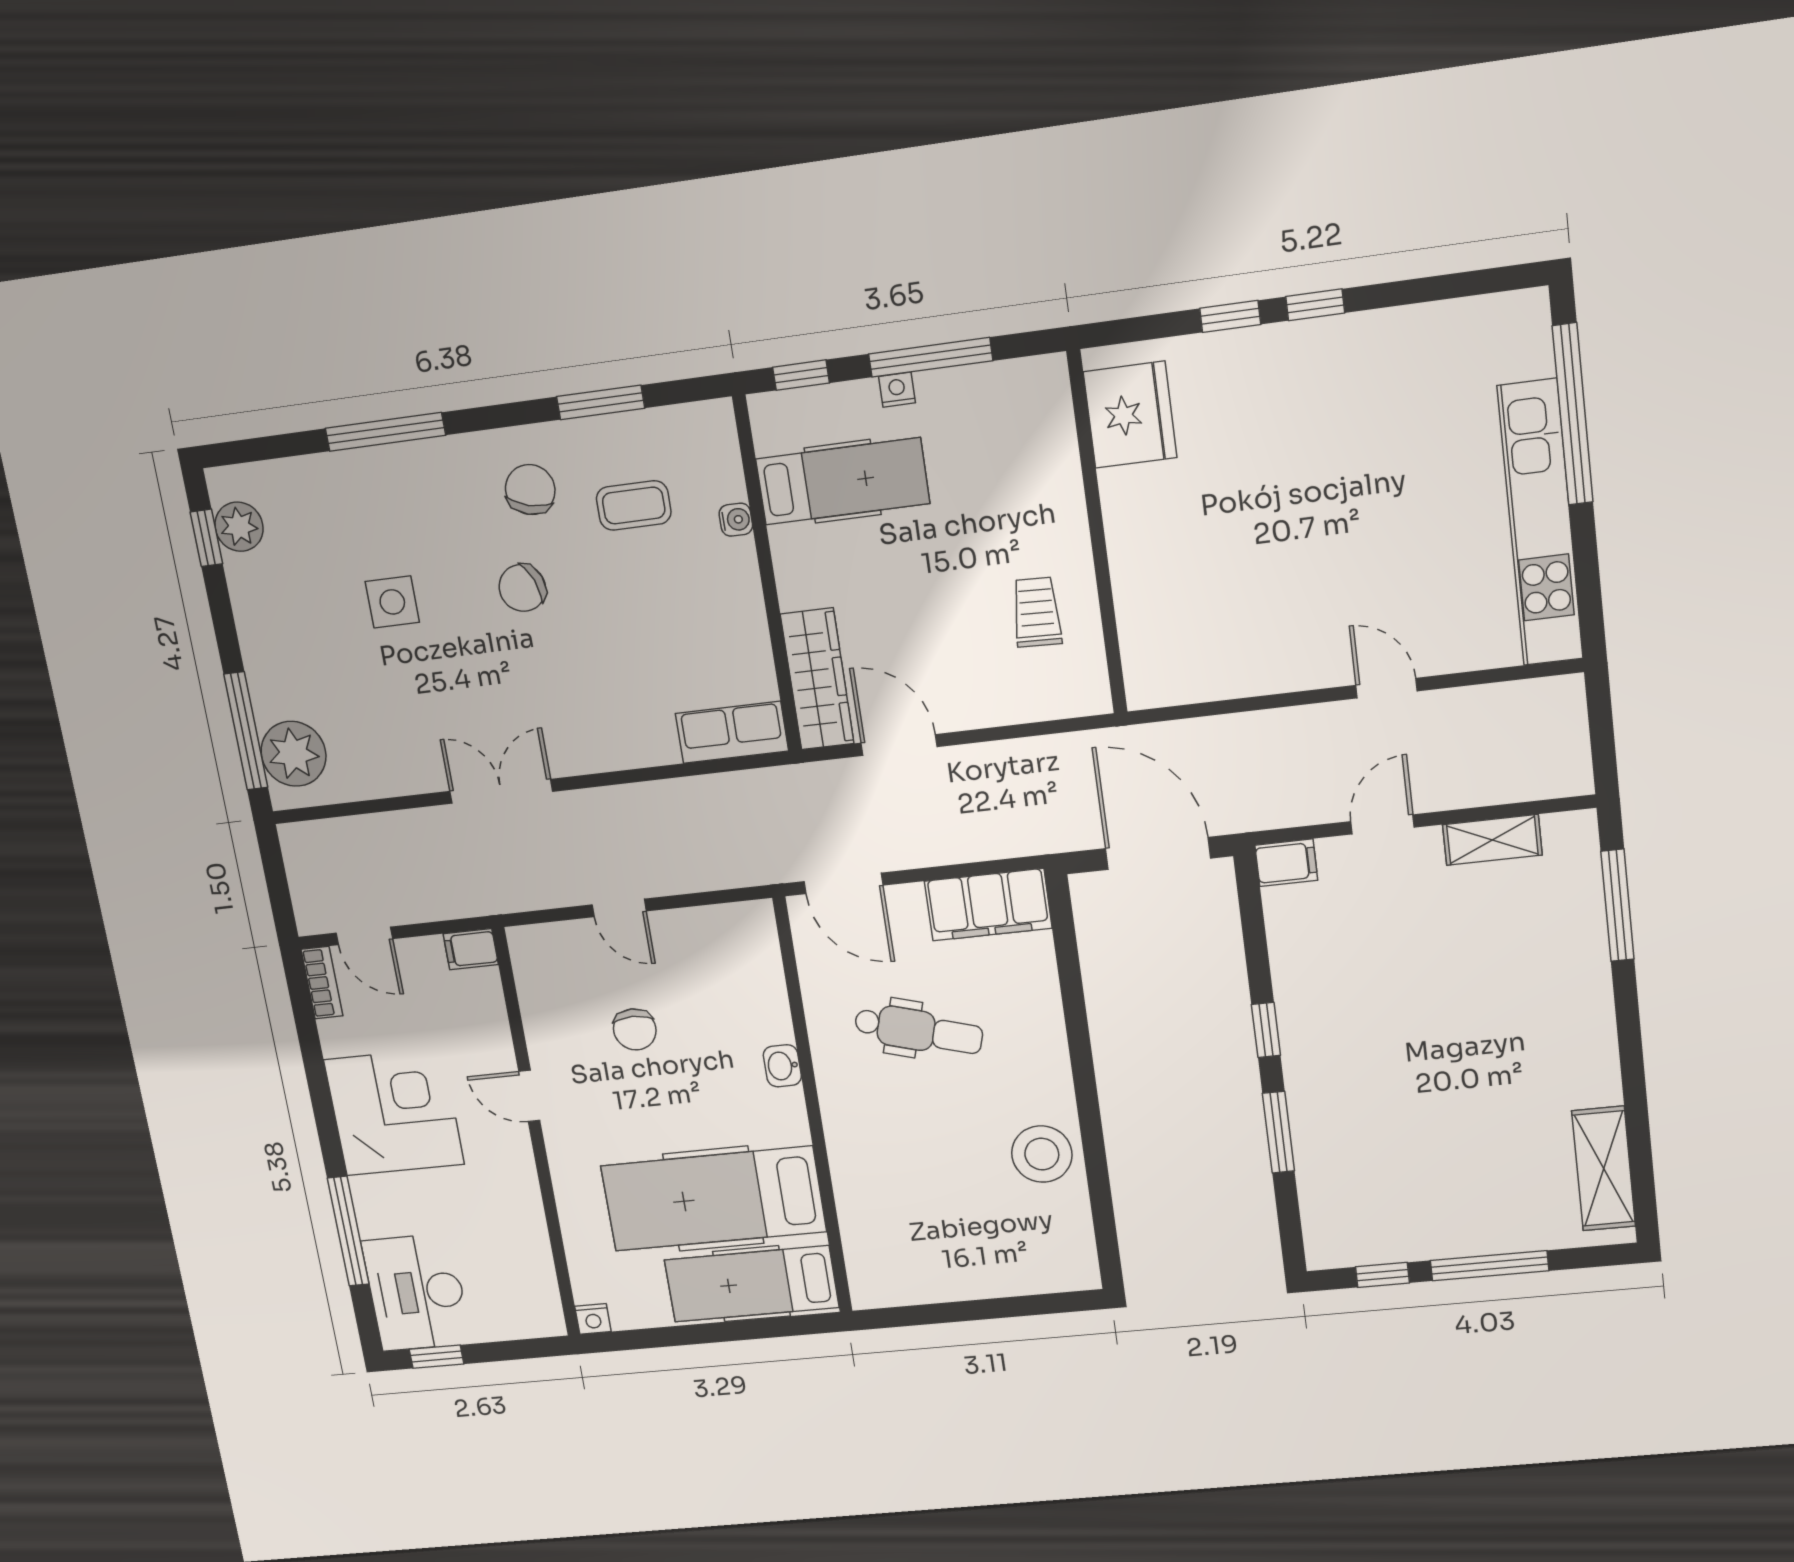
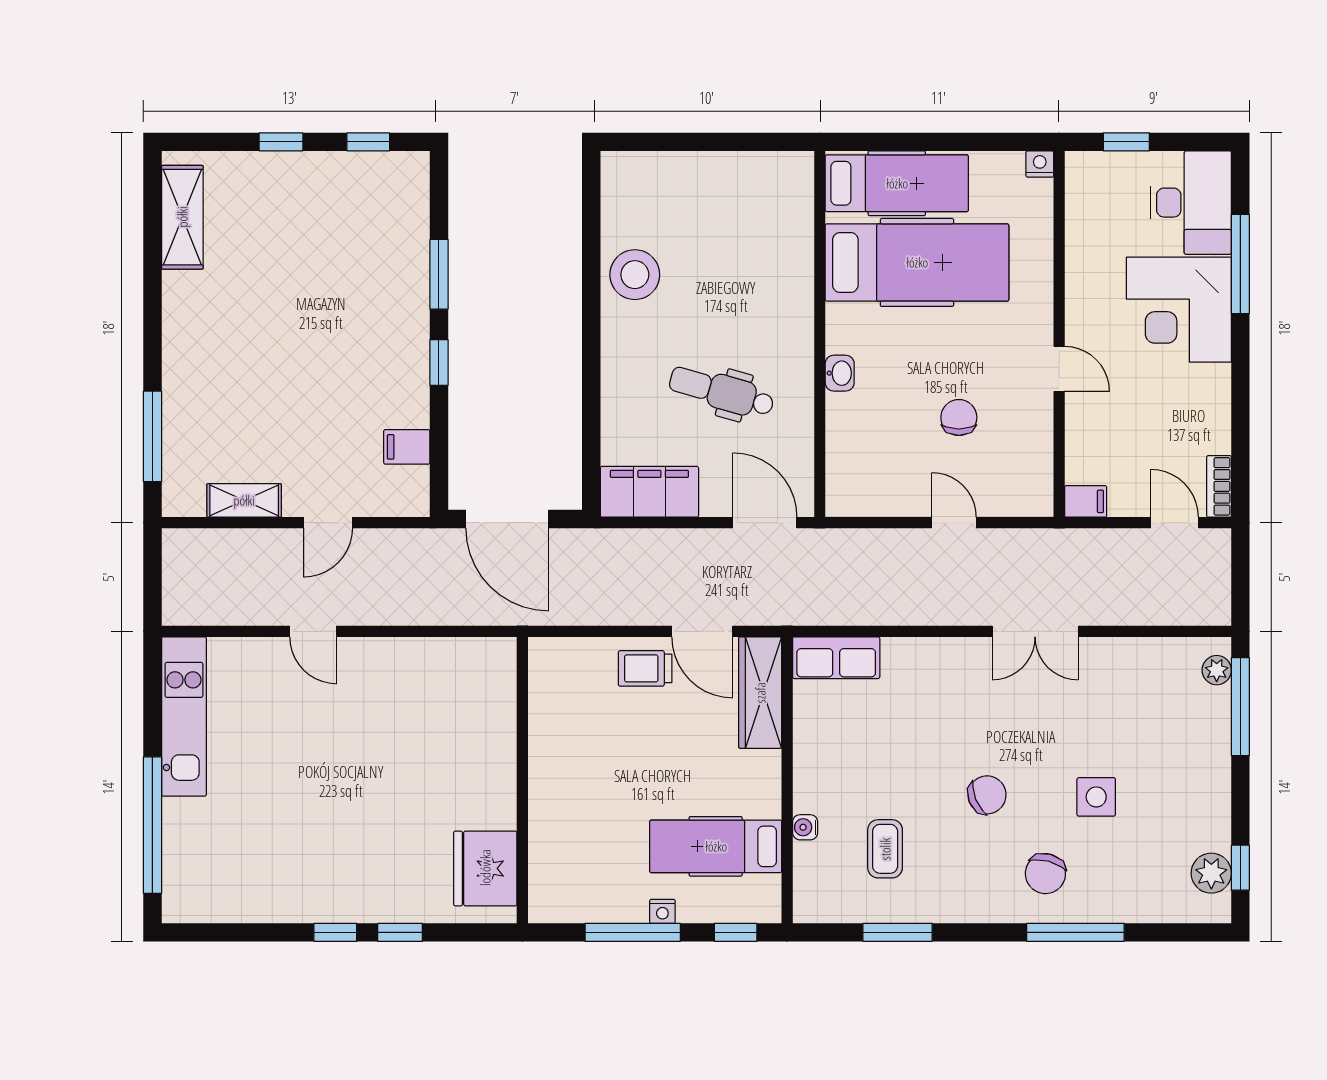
chair: (530, 490) -> (1045, 874), moved
coffee table: (634, 505) -> (885, 849), turned 90
kitchen unit: (1540, 523) -> (184, 717), width x0.73
trolley: (1037, 612) -> (645, 668), moved, turned 88
plant: (294, 754) -> (1217, 670), width x0.53, depth x0.53
filing cabinet: (1286, 863) -> (407, 447), moved
corner desk: (394, 1112) -> (1179, 310), moved
window: (1489, 1266) -> (281, 142), width x0.46
window: (436, 1357) -> (1126, 142), moved

